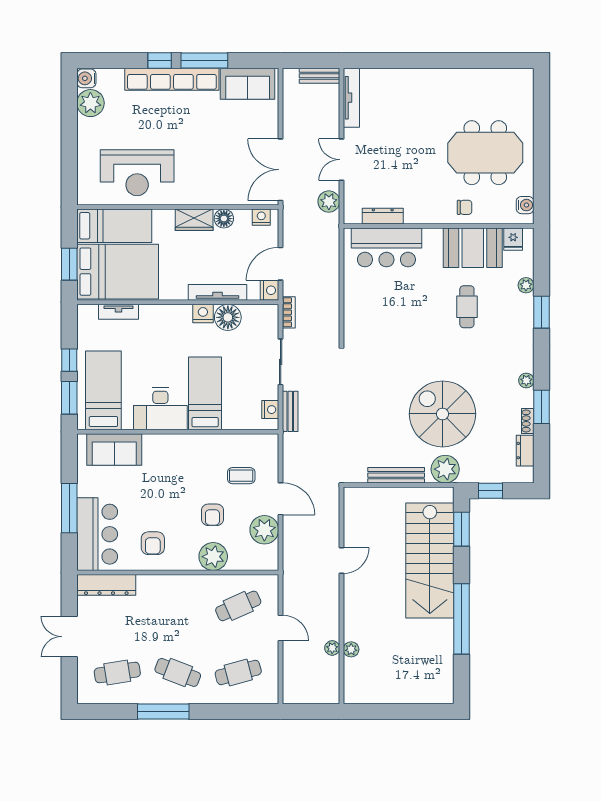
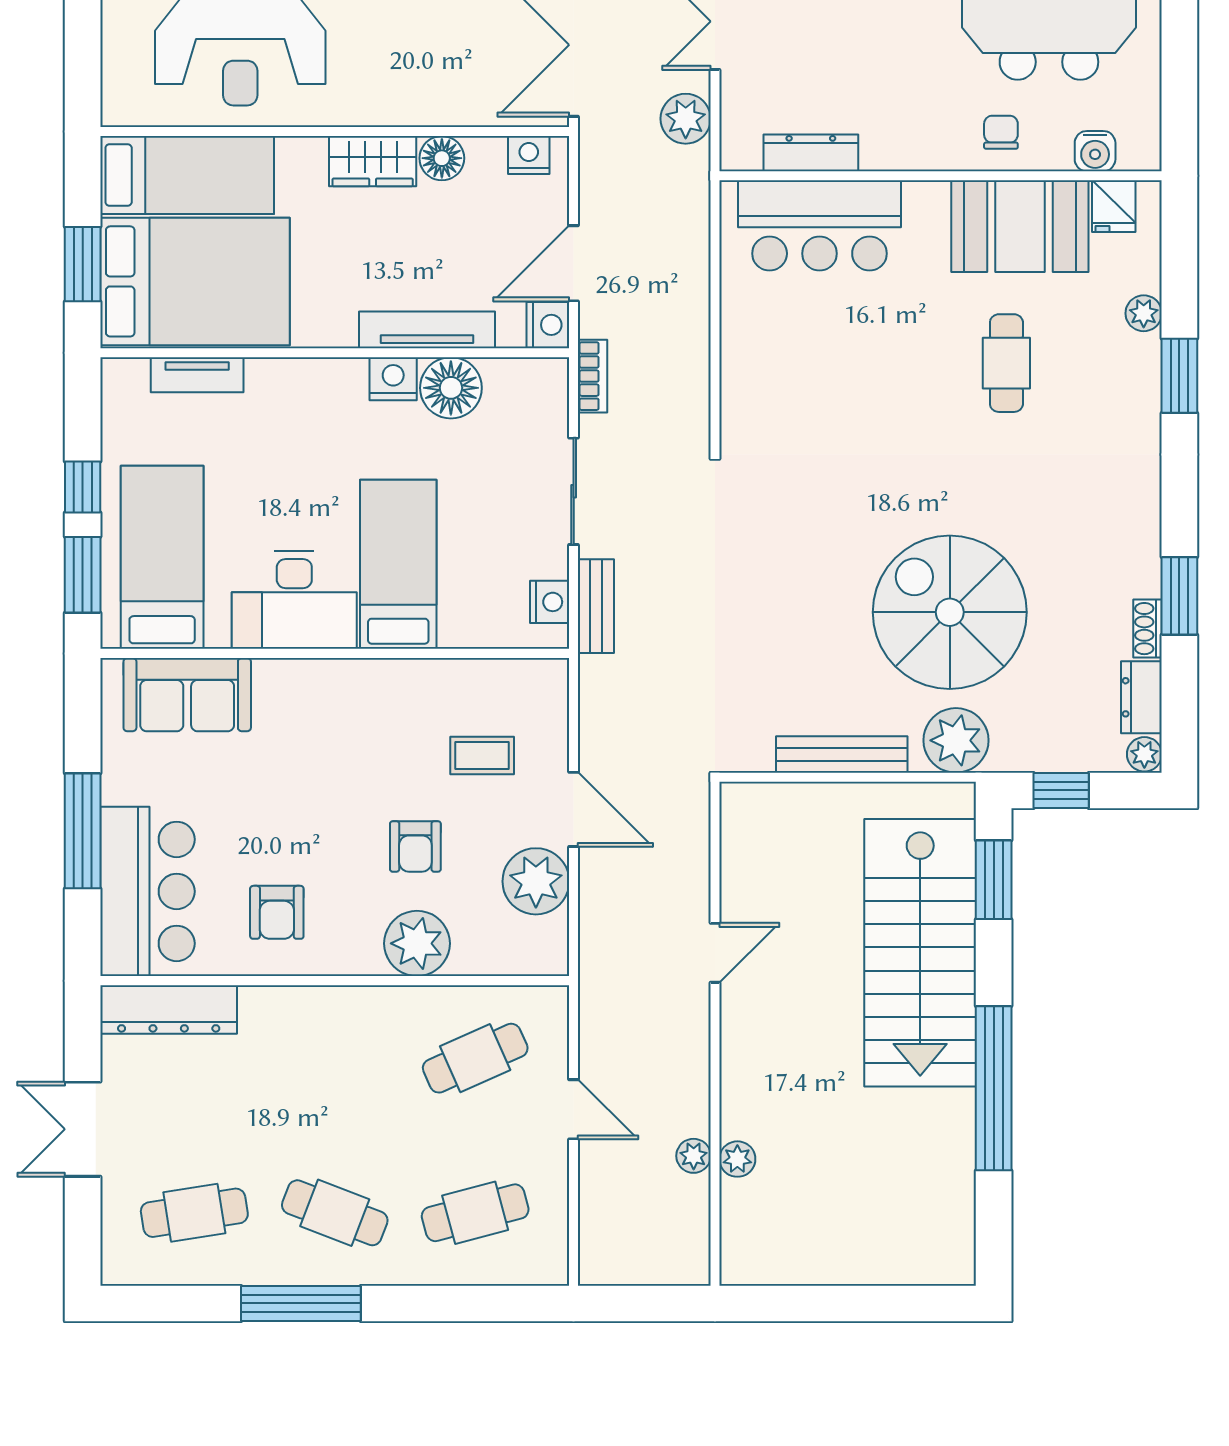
water cooler: (525, 205) -> (1095, 151), moved, turned 90
chair: (465, 207) -> (1001, 132), turned -90
plant: (526, 380) -> (1144, 754), moved

